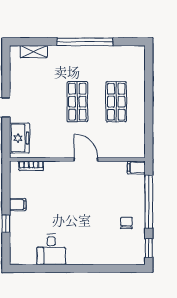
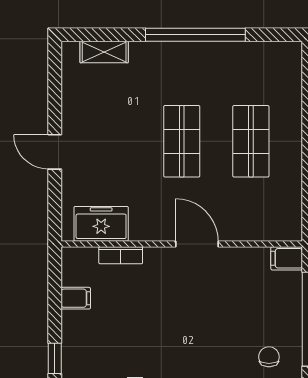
freezer: (19, 138) -> (101, 224), moved, turned -90
bookcase: (31, 166) -> (121, 255), moved
filing cabinet: (18, 205) -> (76, 298), moved

